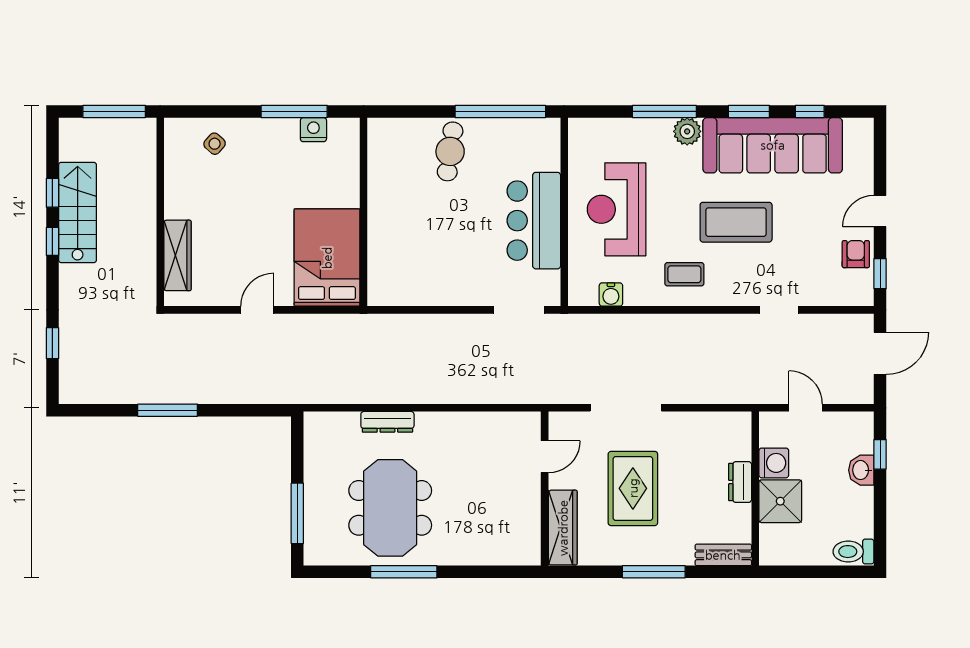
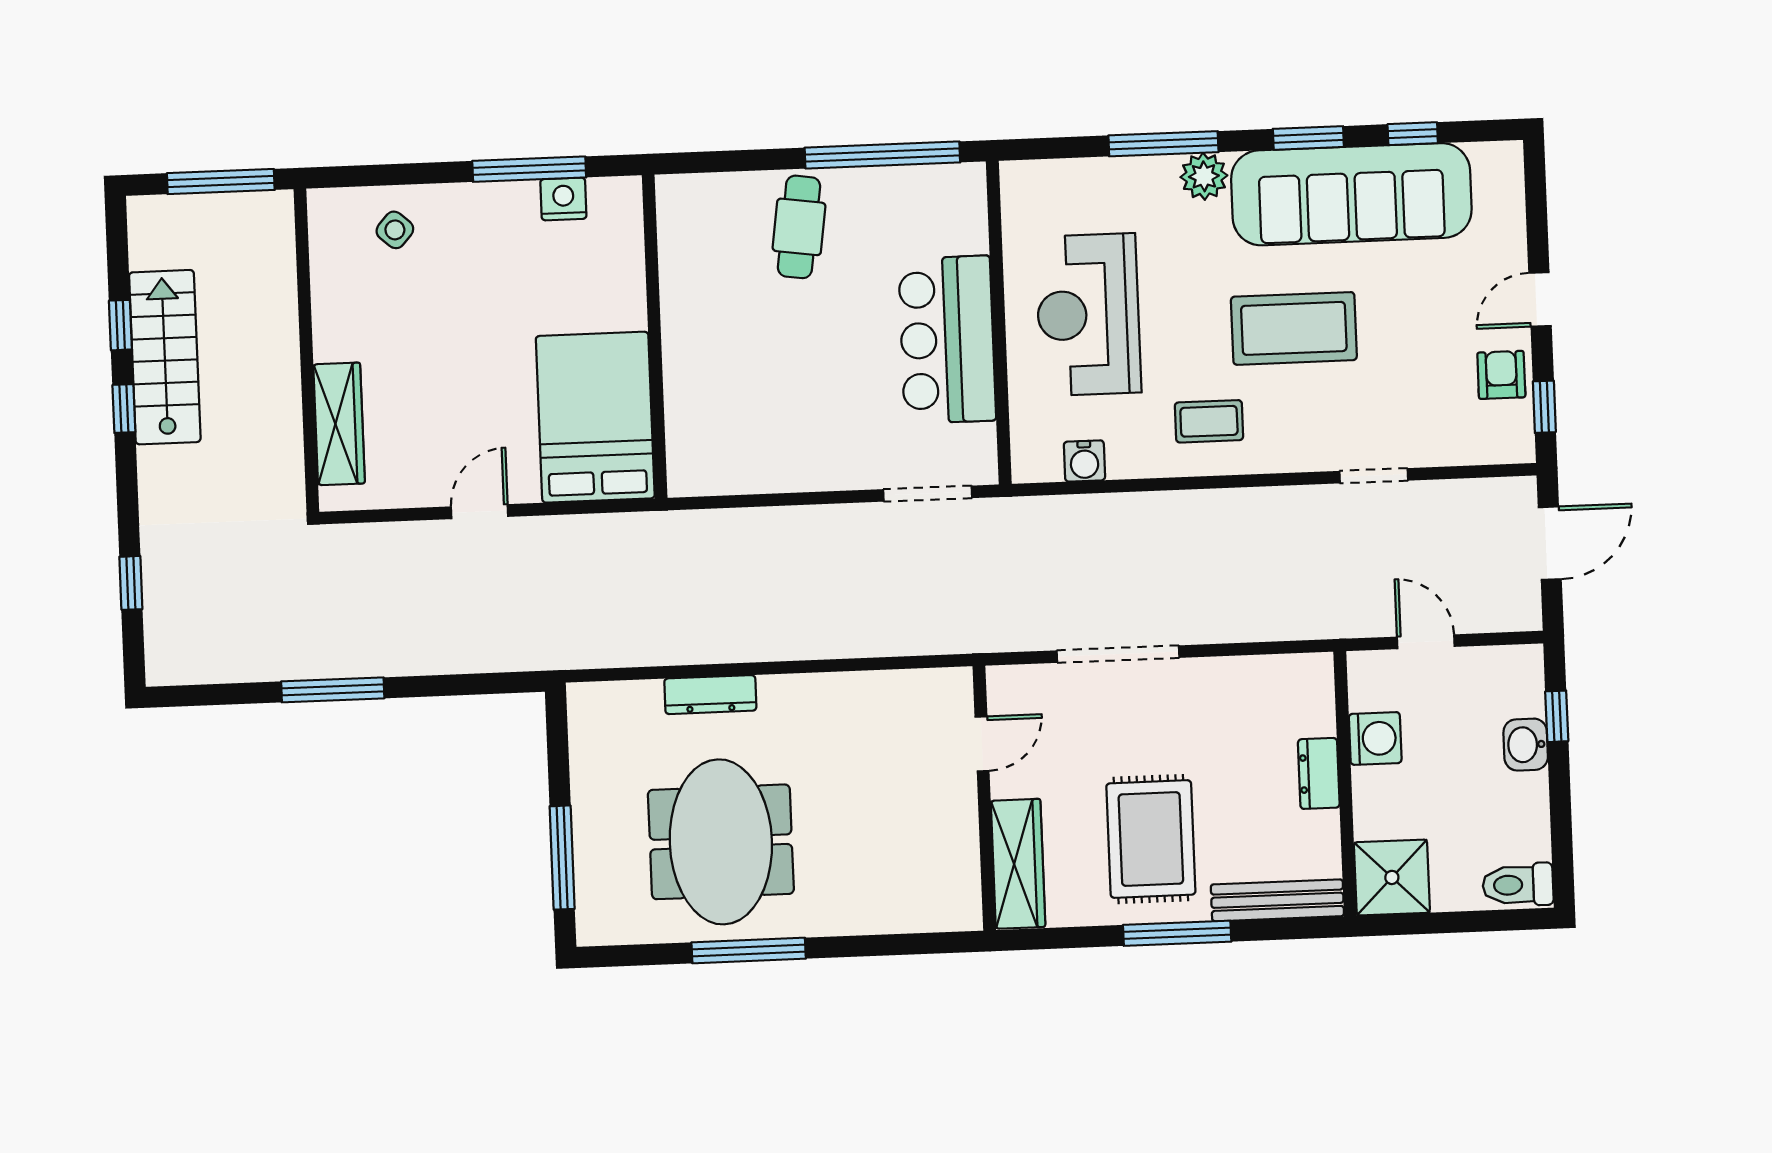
rug: (633, 488) -> (1151, 839), moved
shower: (780, 501) -> (1392, 877), moved
bench: (723, 555) -> (1277, 900), width x1.36

